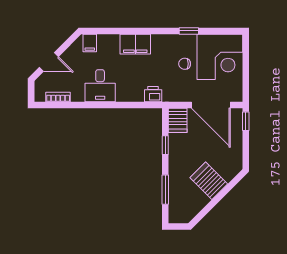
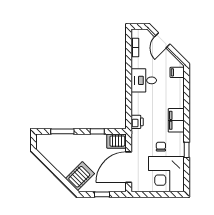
filing cabinet: (135, 44) -> (176, 120), moved
window: (246, 121) -> (102, 194), moved
server rack: (209, 181) -> (80, 176), moved

